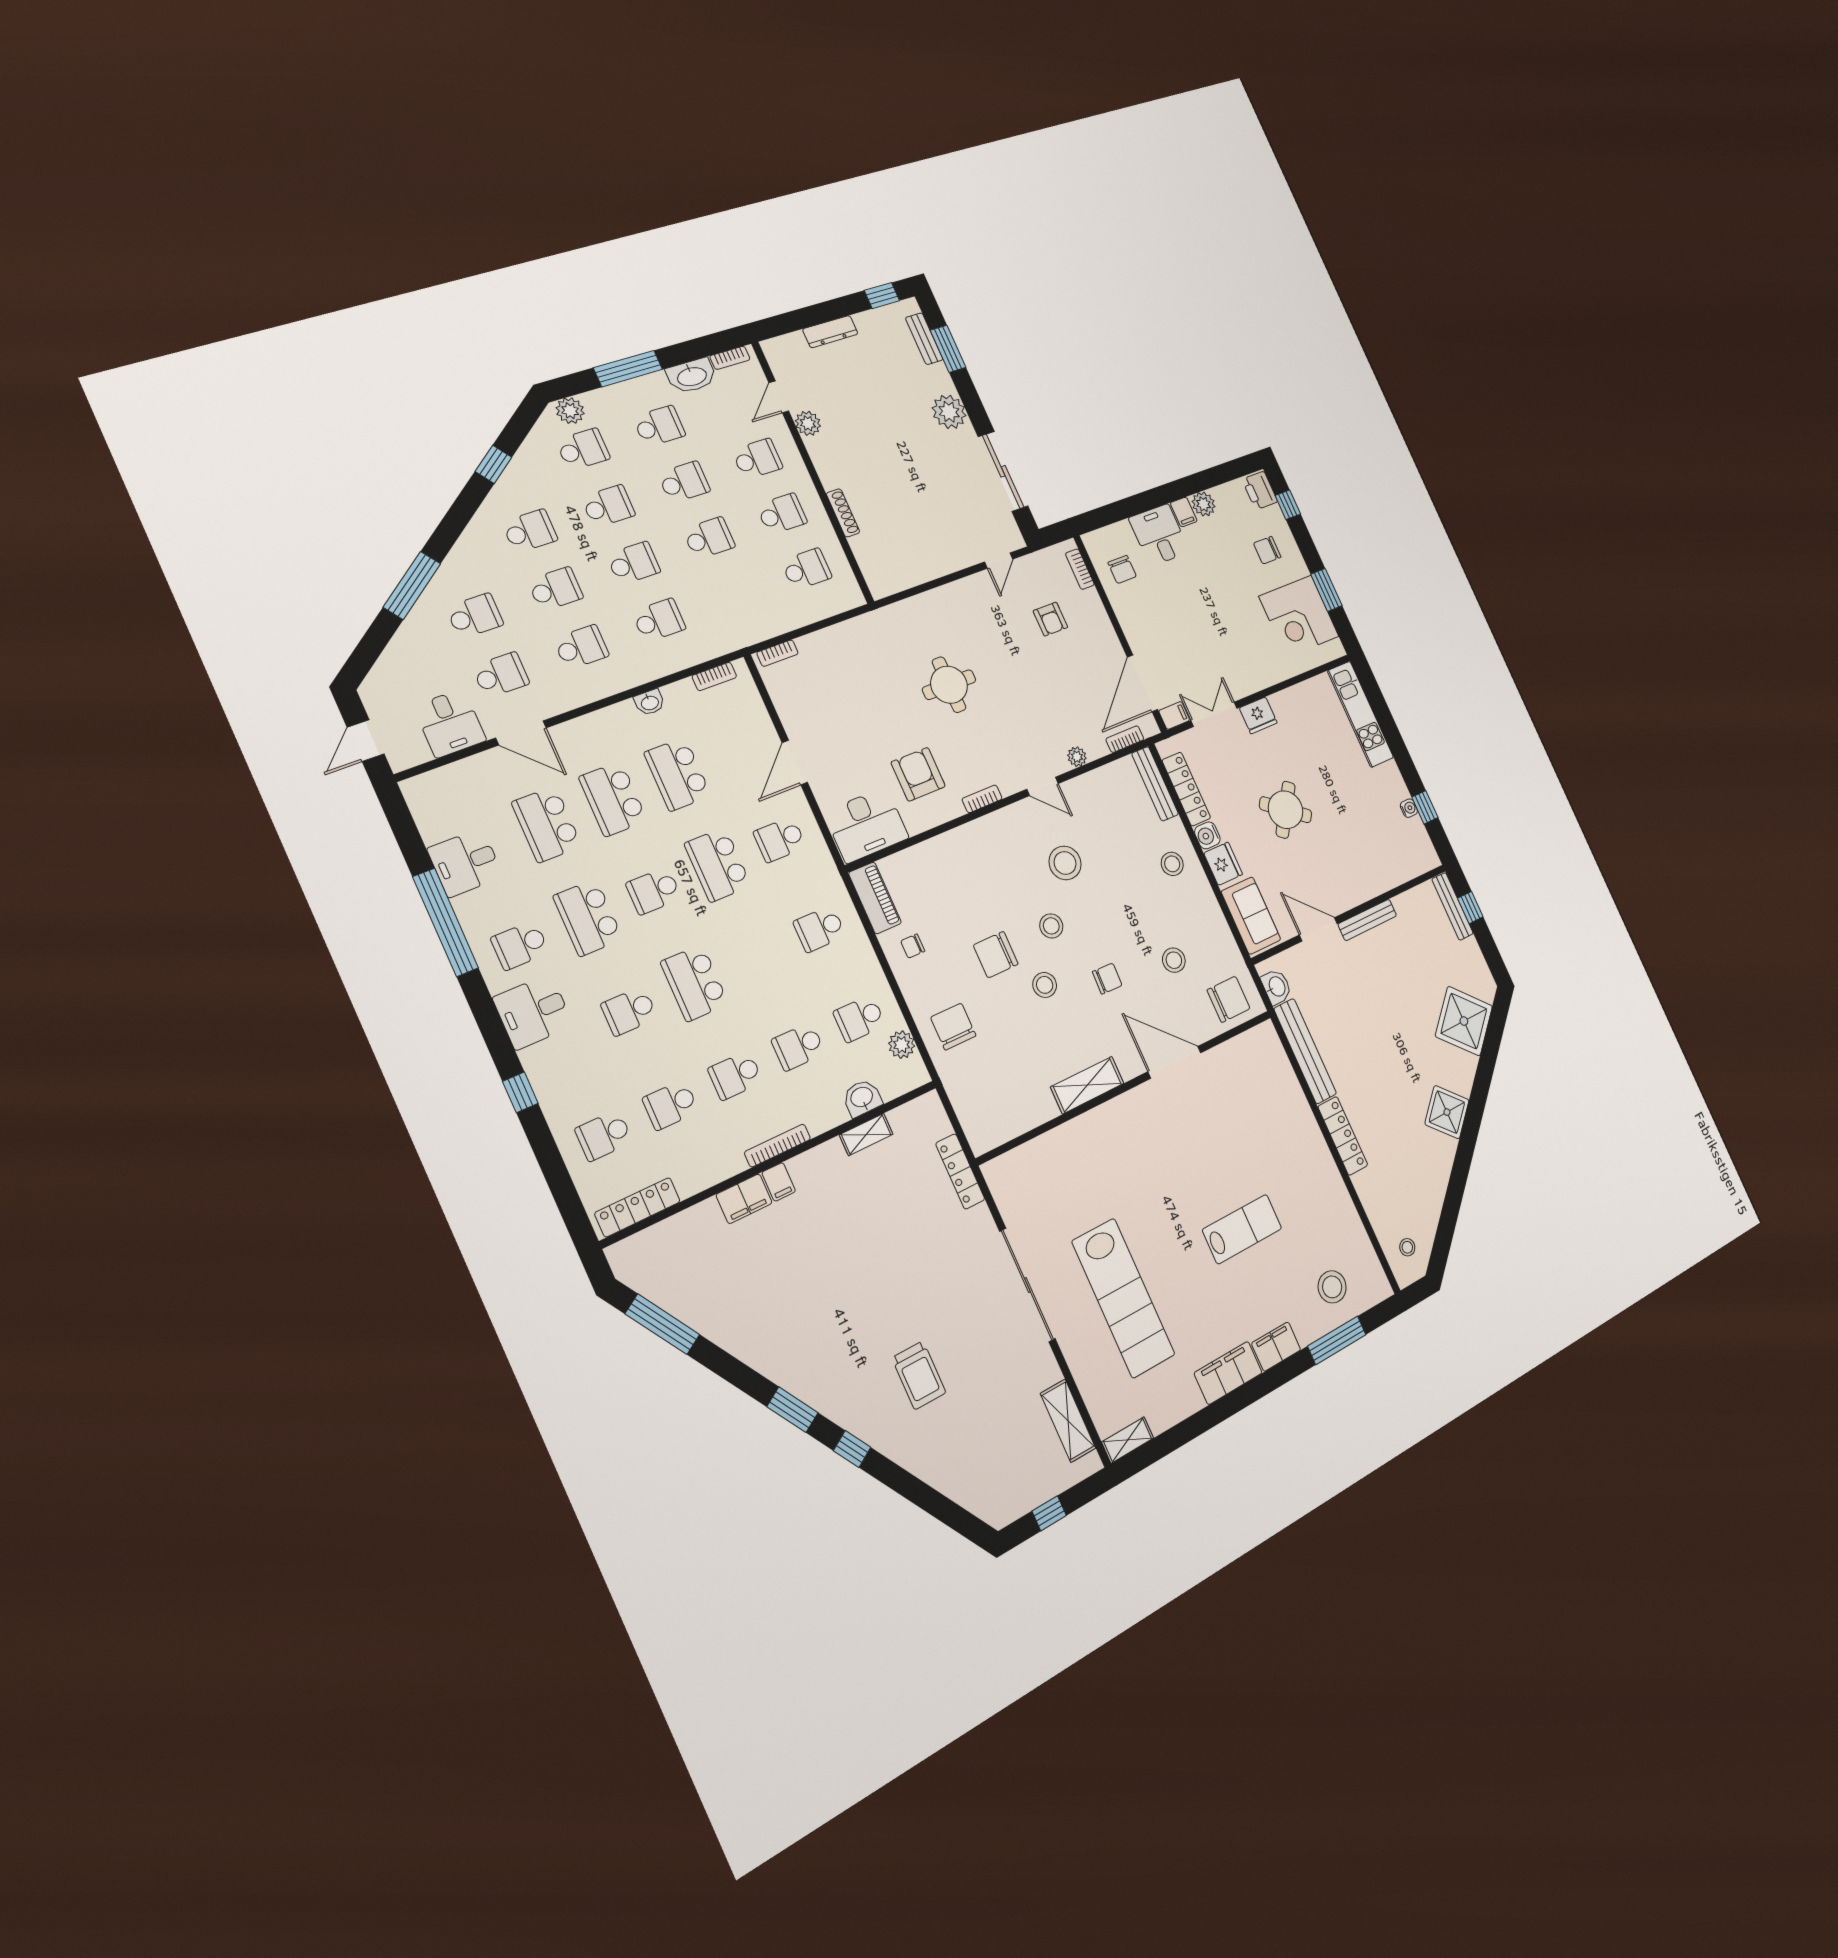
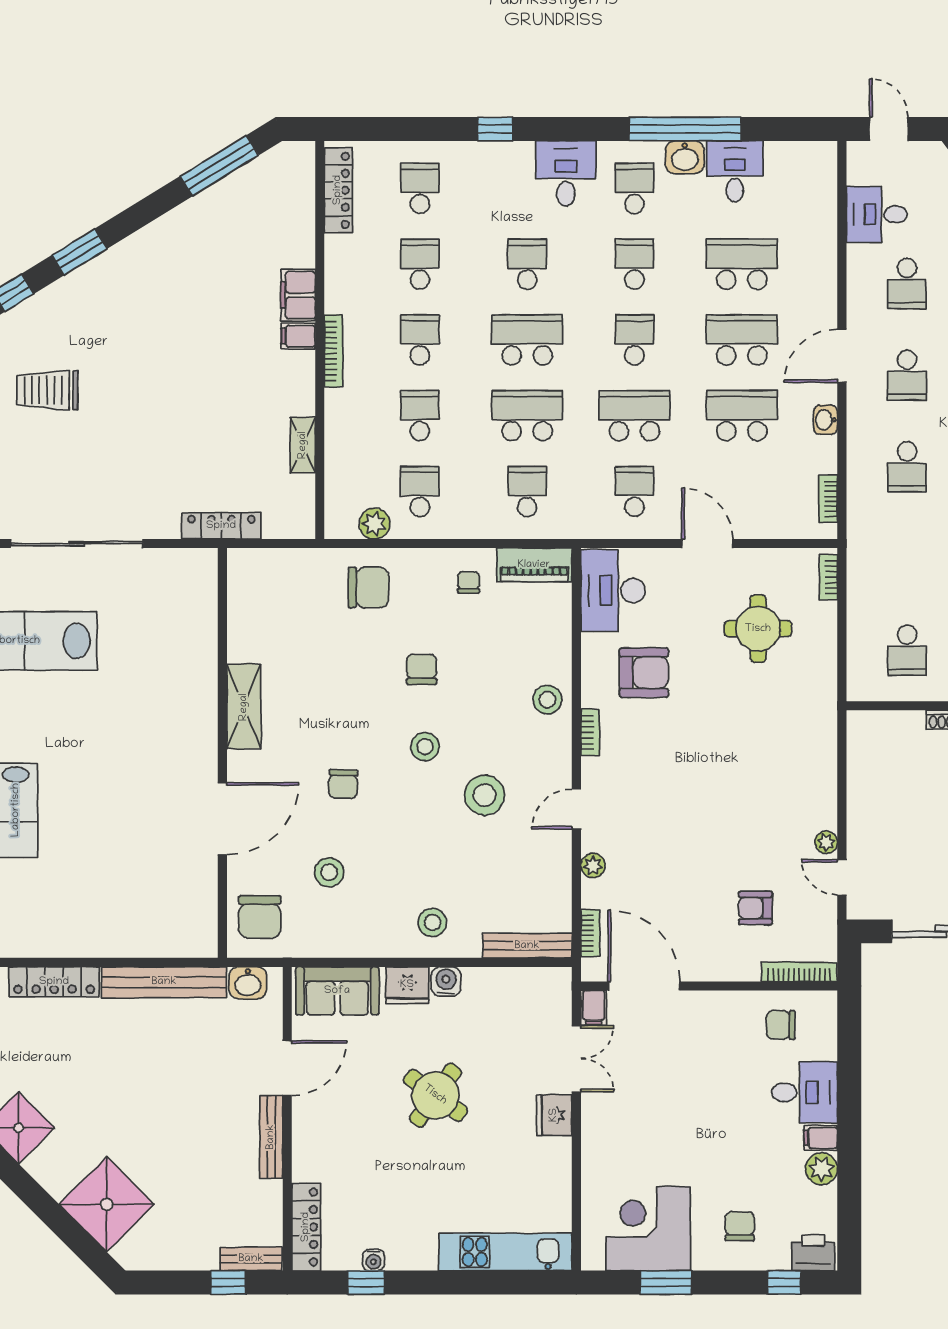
bookcase: (1080, 569) -> (799, 972), width x1.56
plant: (979, 582) -> (826, 842), added
round table: (949, 685) -> (758, 629), moved
door: (521, 733) -> (842, 356), moved
locker: (1186, 789) -> (306, 1227), moved, turned -90
bench: (1452, 906) -> (251, 1259), width x0.73
school desk: (588, 918) -> (634, 264), width x0.54
chair: (996, 955) -> (422, 669), width x0.73, depth x0.73
school desk: (758, 956) -> (527, 416), added
stool: (1045, 985) -> (547, 700), moved
washbasin: (862, 1098) -> (685, 157), moved, turned 90

